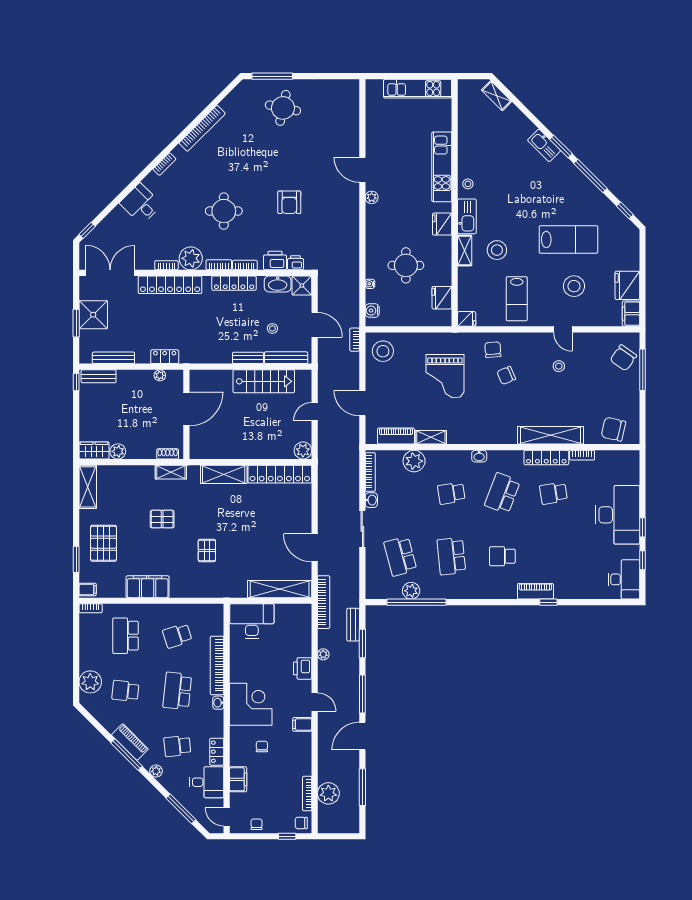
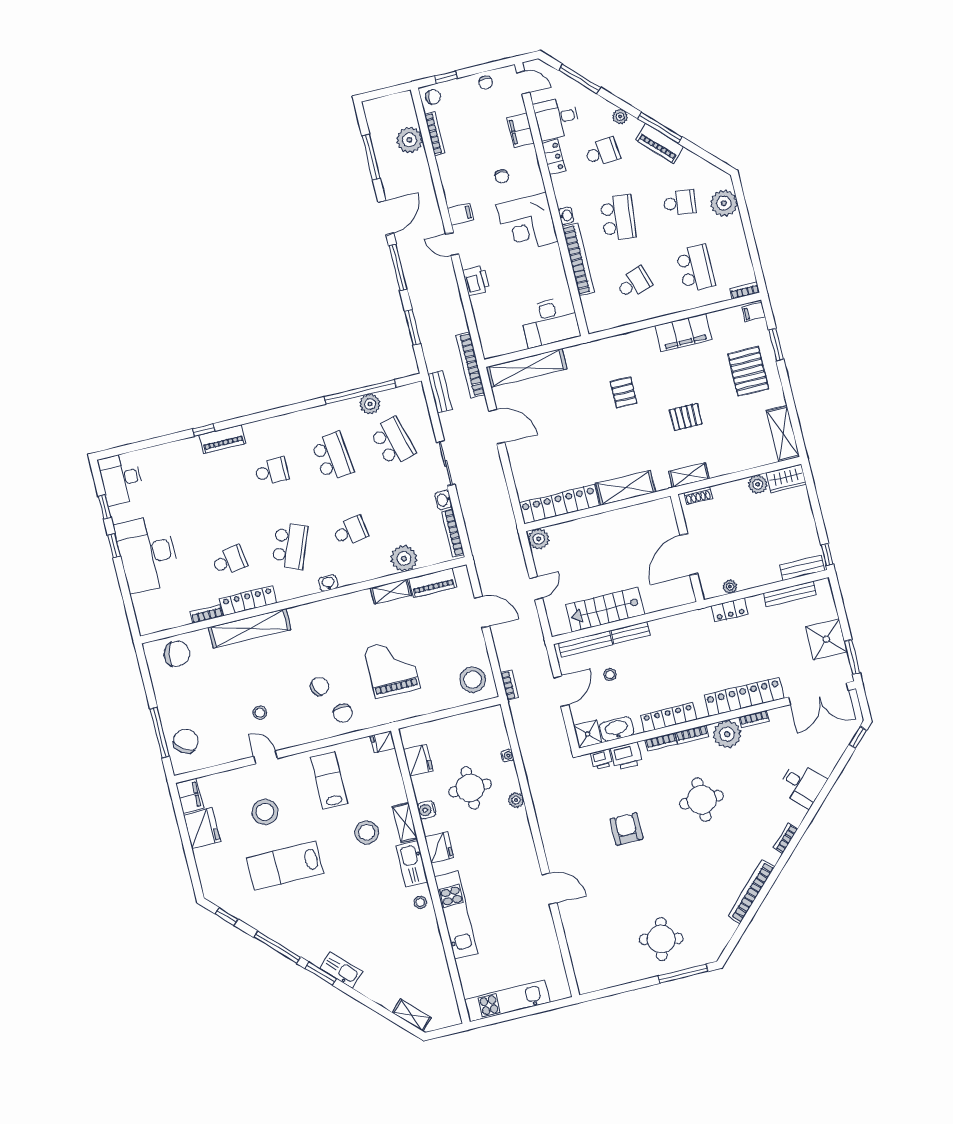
plant: (372, 197) -> (516, 800), moved
water cooler: (372, 311) -> (427, 810), moved, turned 180
window: (76, 323) -> (852, 657), moved
door: (315, 325) -> (561, 691), swing flipped
bench: (353, 625) -> (440, 392), moved
plant: (323, 654) -> (456, 303), removed

